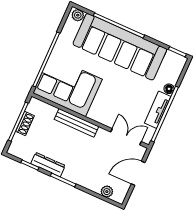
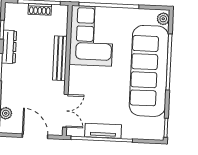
floor lamp: (169, 89) -> (127, 134), removed

